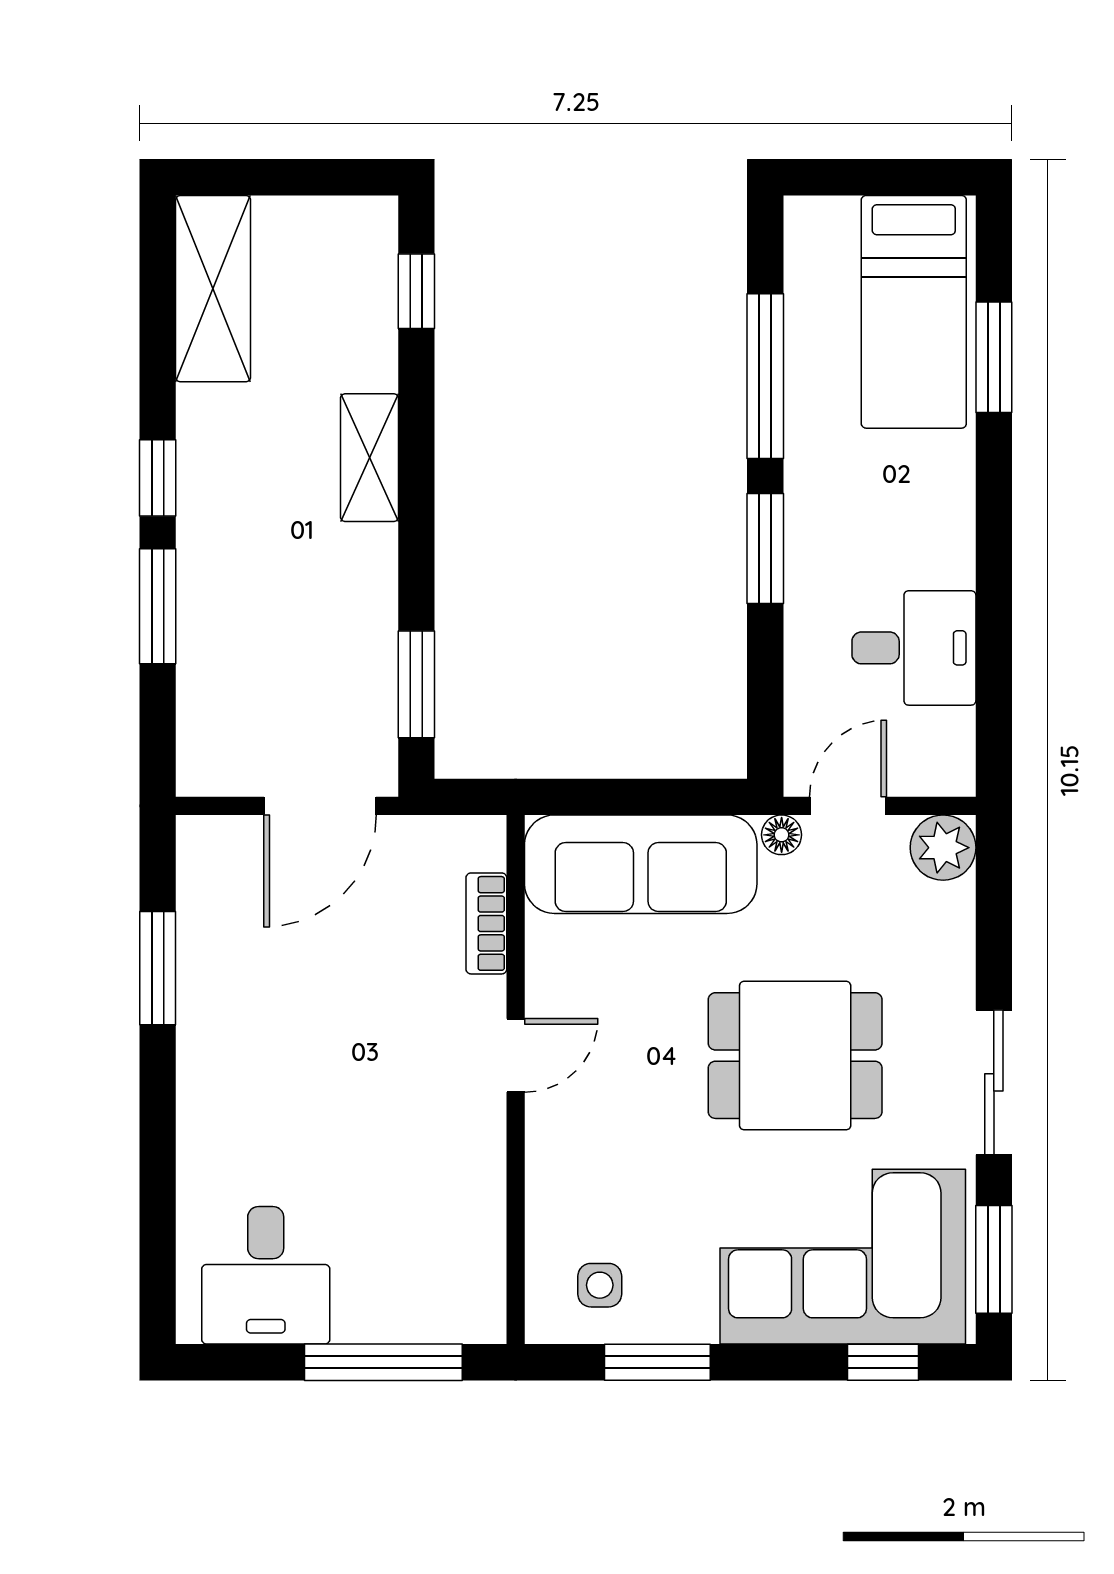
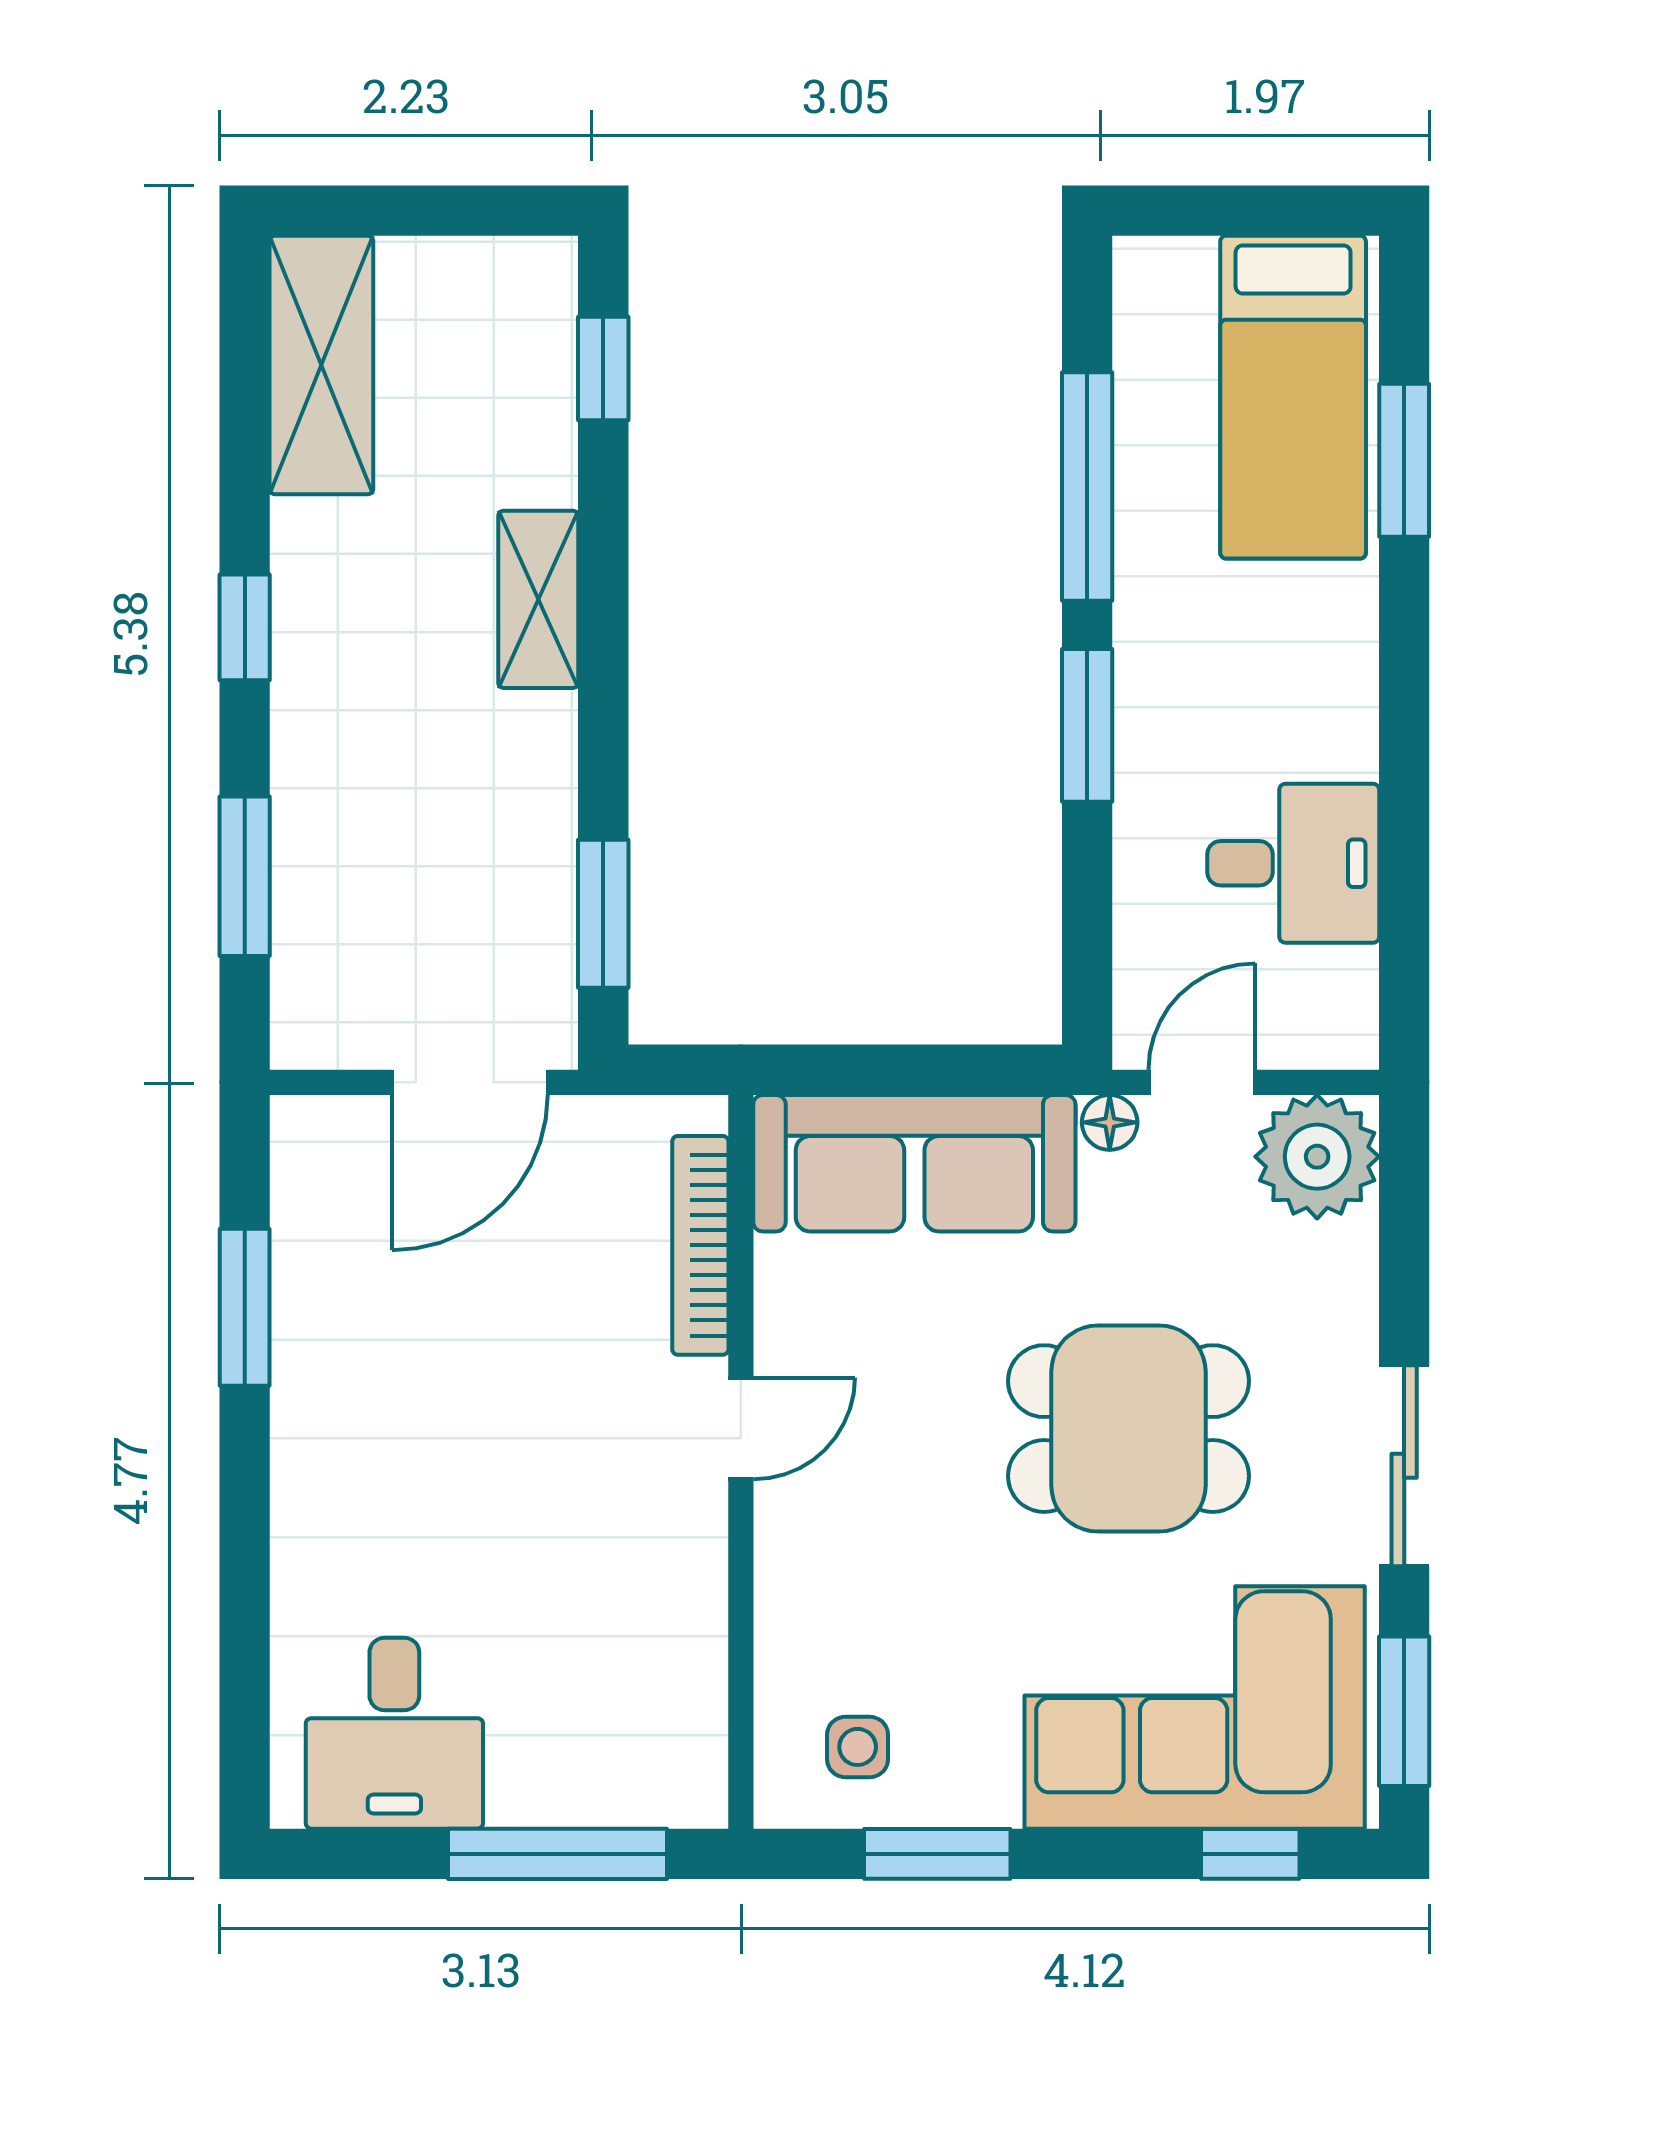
window: (158, 606) -> (245, 876), moved
plant: (943, 848) -> (1317, 1157), width x1.36, depth x1.36
bookcase: (486, 923) -> (700, 1245), width x1.56

